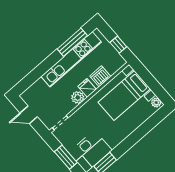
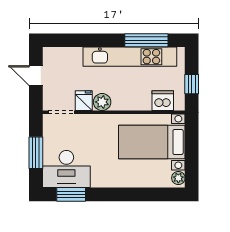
dishwasher: (100, 76) -> (163, 101), moved
fridge: (87, 88) -> (84, 101), moved

